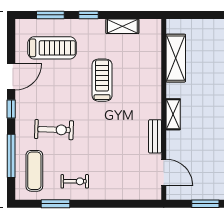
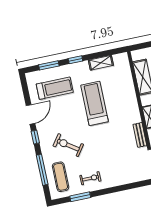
treadmill: (102, 80) -> (95, 103), width x1.37, depth x1.38
exercise bike: (54, 130) -> (68, 145), turned -147

